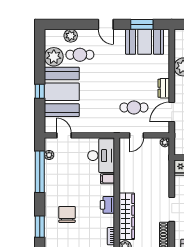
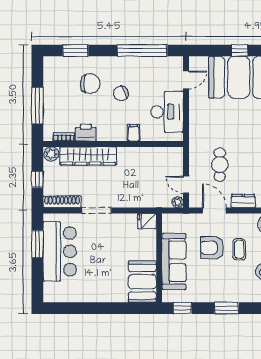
door: (136, 135) -> (186, 185), moved
plant: (49, 155) -> (162, 62), removed
desk: (101, 156) -> (167, 112), moved, turned -90
chair: (75, 189) -> (121, 94), added
printer: (107, 205) -> (86, 133), moved

